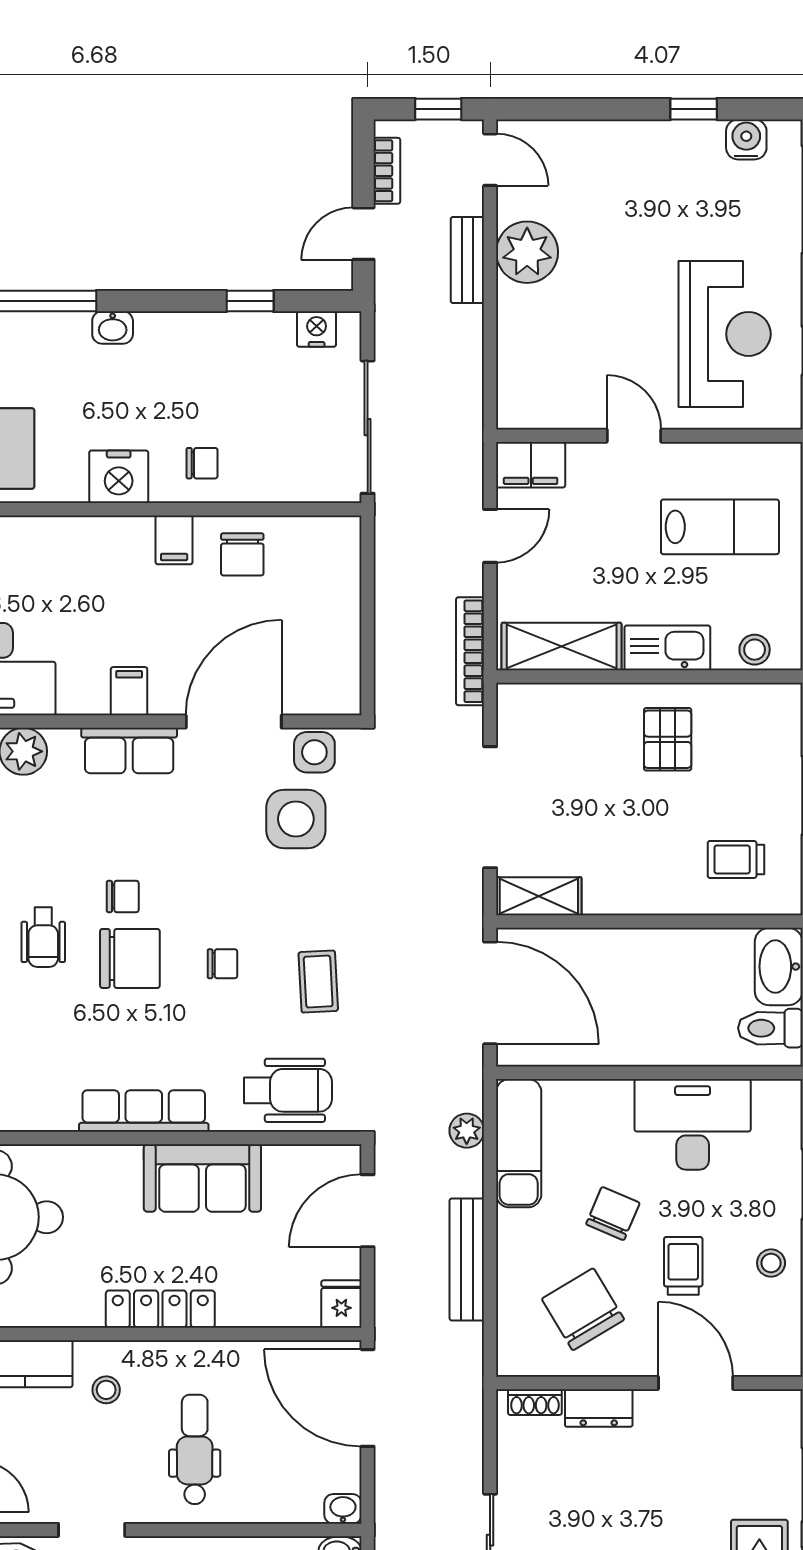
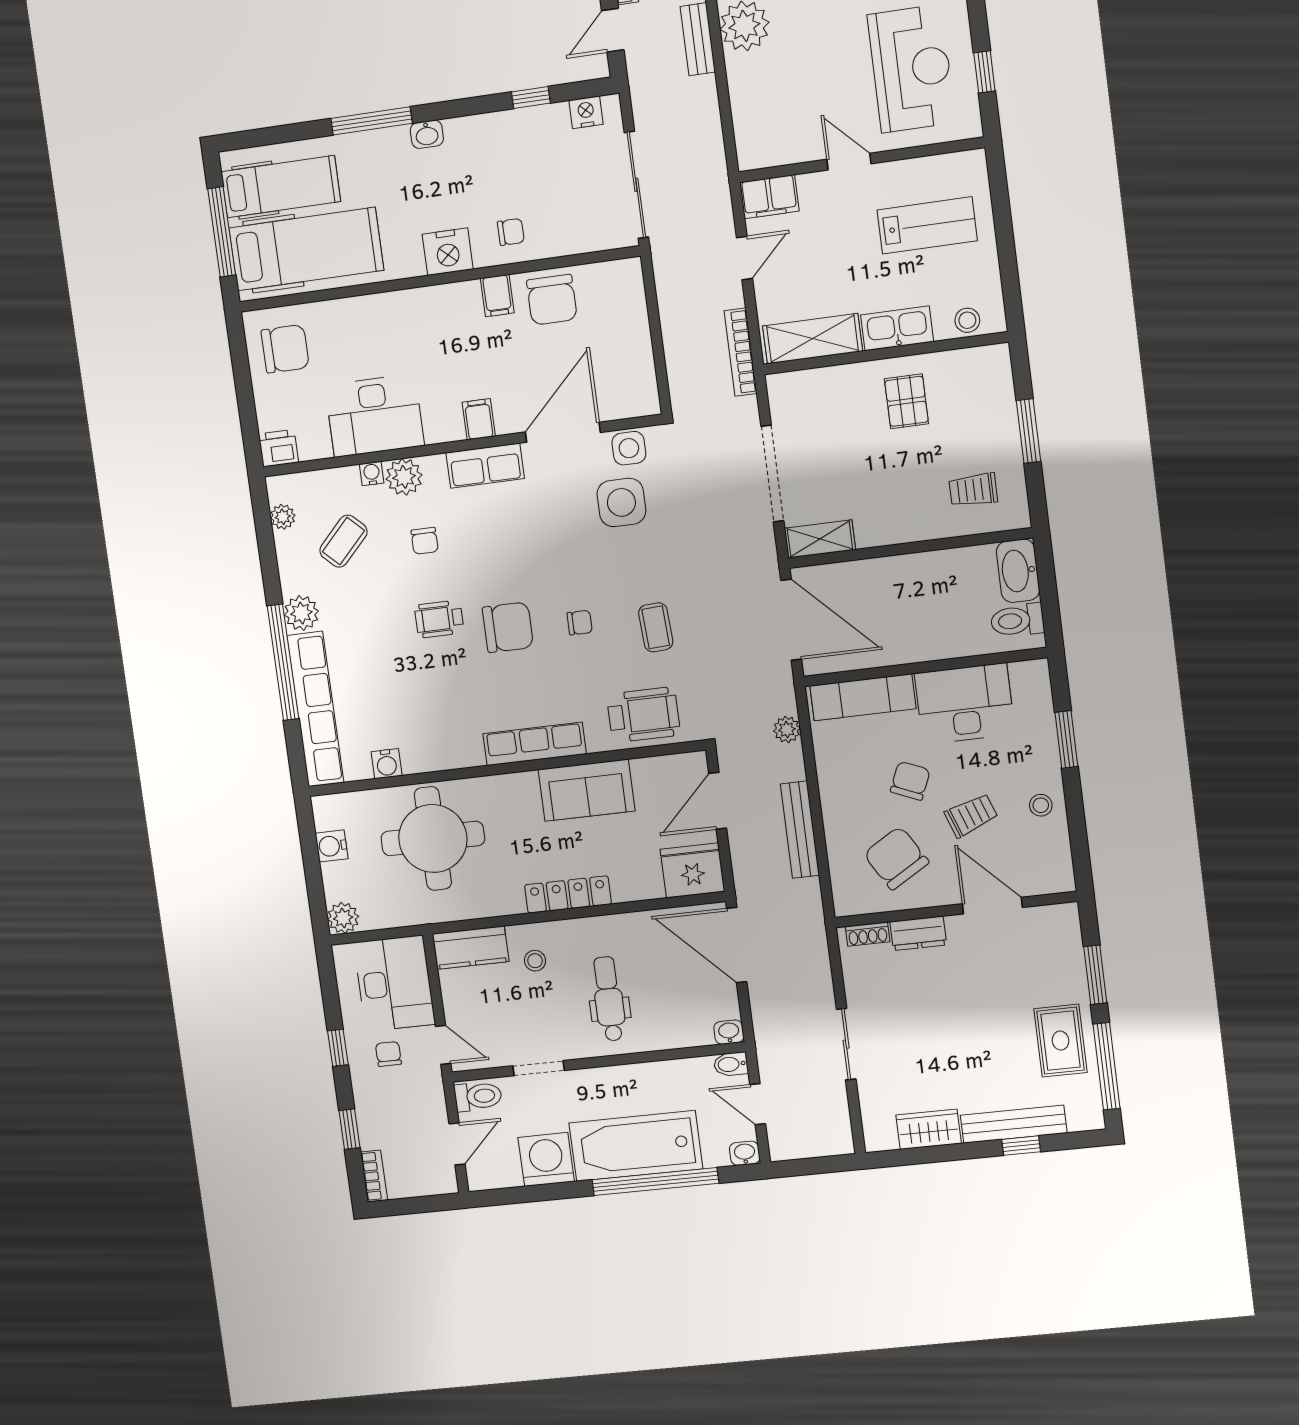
chair: (242, 554) -> (552, 300), width x1.37, depth x1.37
chair: (123, 896) -> (425, 541), moved, turned 90
wheelchair: (43, 937) -> (439, 619), turned 90
exam couch: (519, 1143) -> (863, 697), moved, turned 90
trolley: (683, 1266) -> (971, 815), turned 70
fridge: (341, 1304) -> (692, 870), width x1.88, depth x1.34

